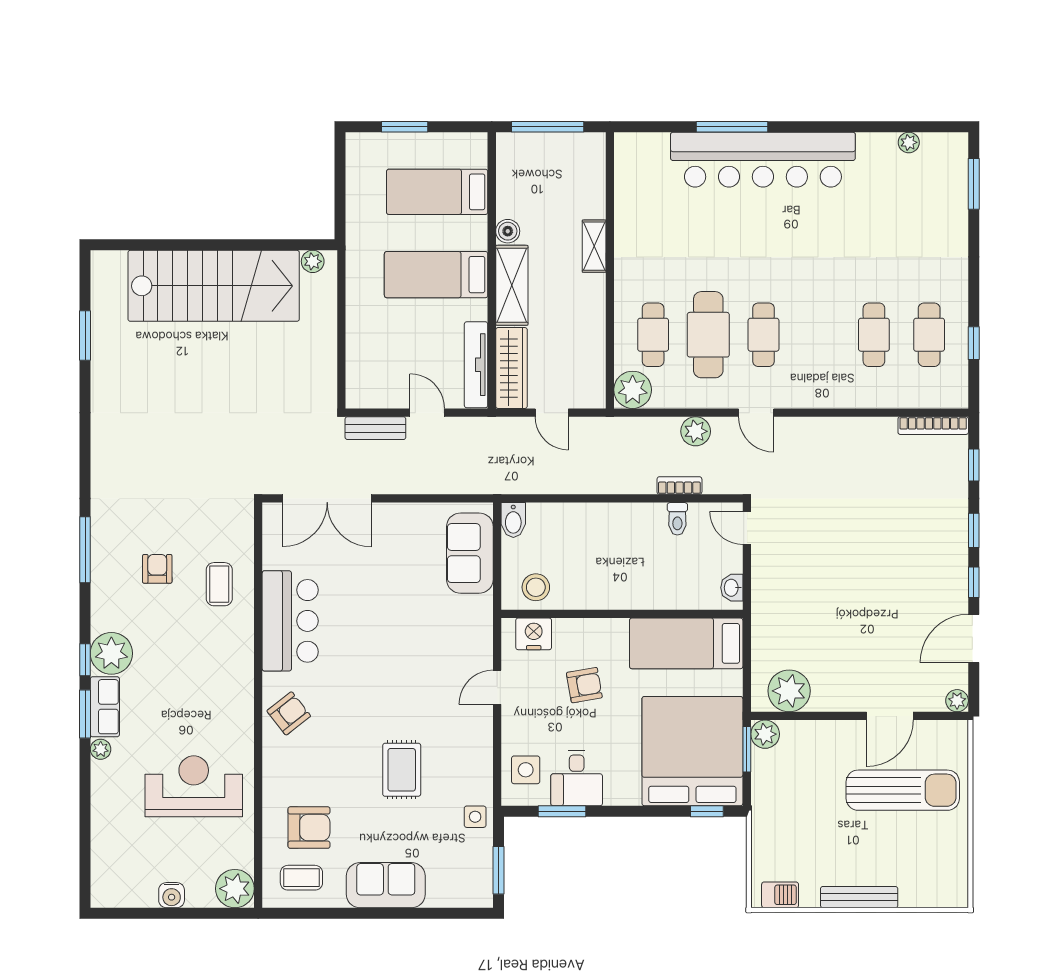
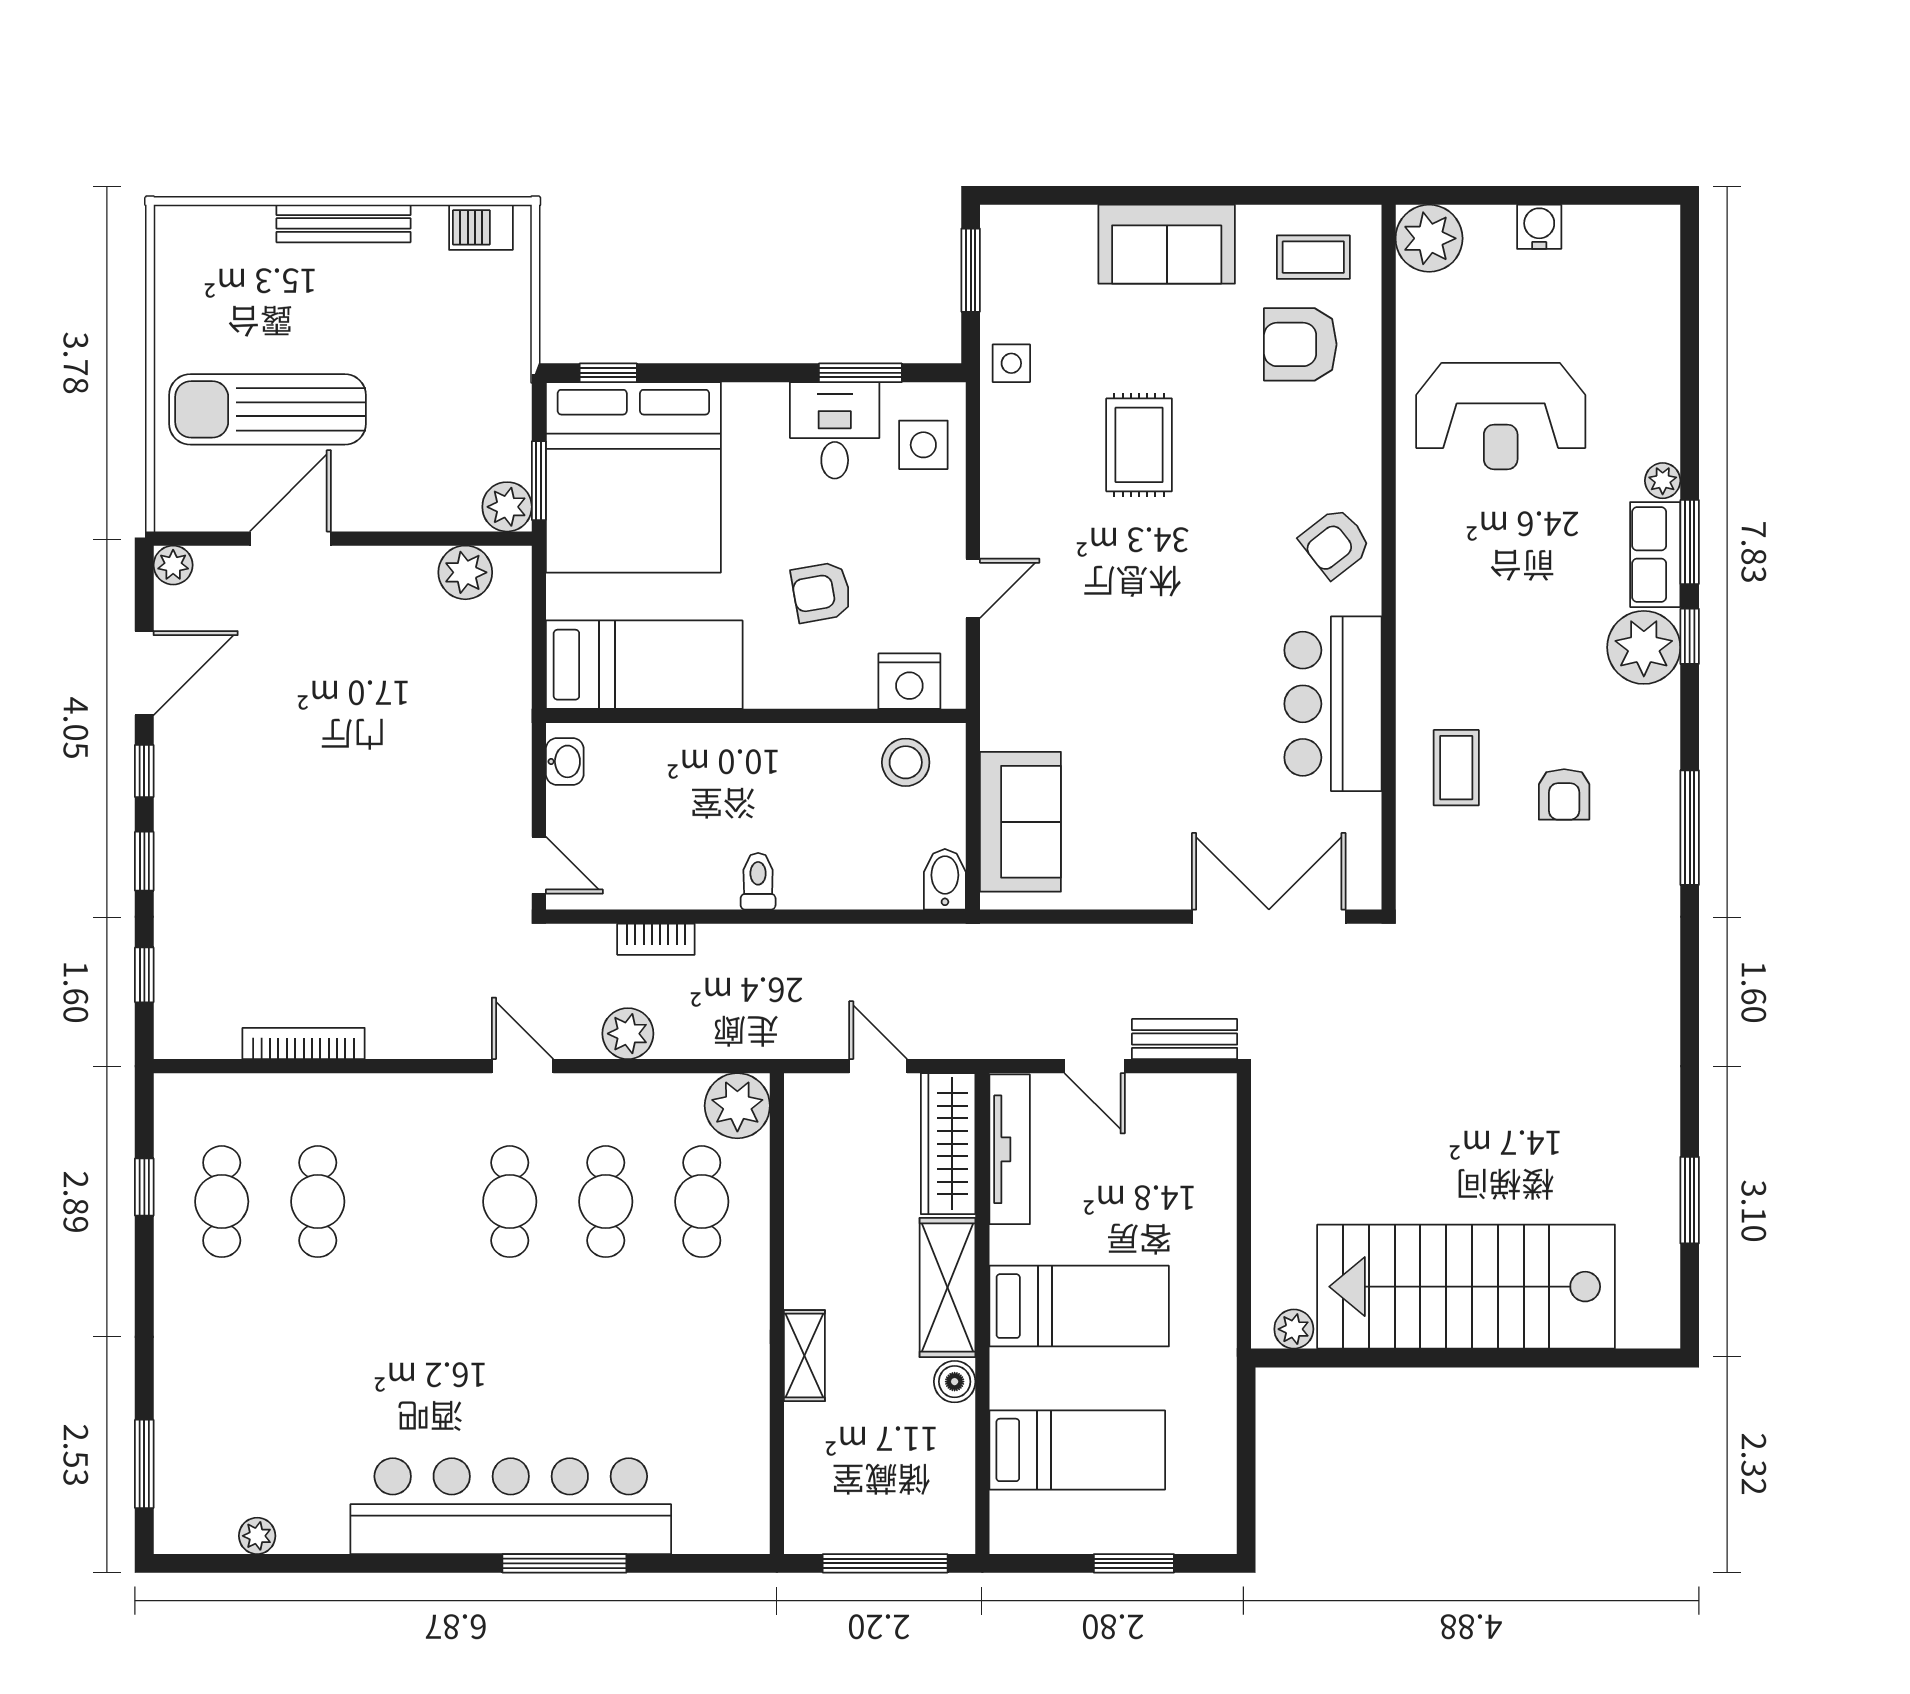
cafe table: (708, 335) -> (606, 1202), width x0.73, depth x0.74
bookcase: (933, 426) -> (304, 1043), moved
toilet: (677, 519) -> (758, 881), moved
plant: (789, 691) -> (465, 572), width x0.73, depth x0.73

